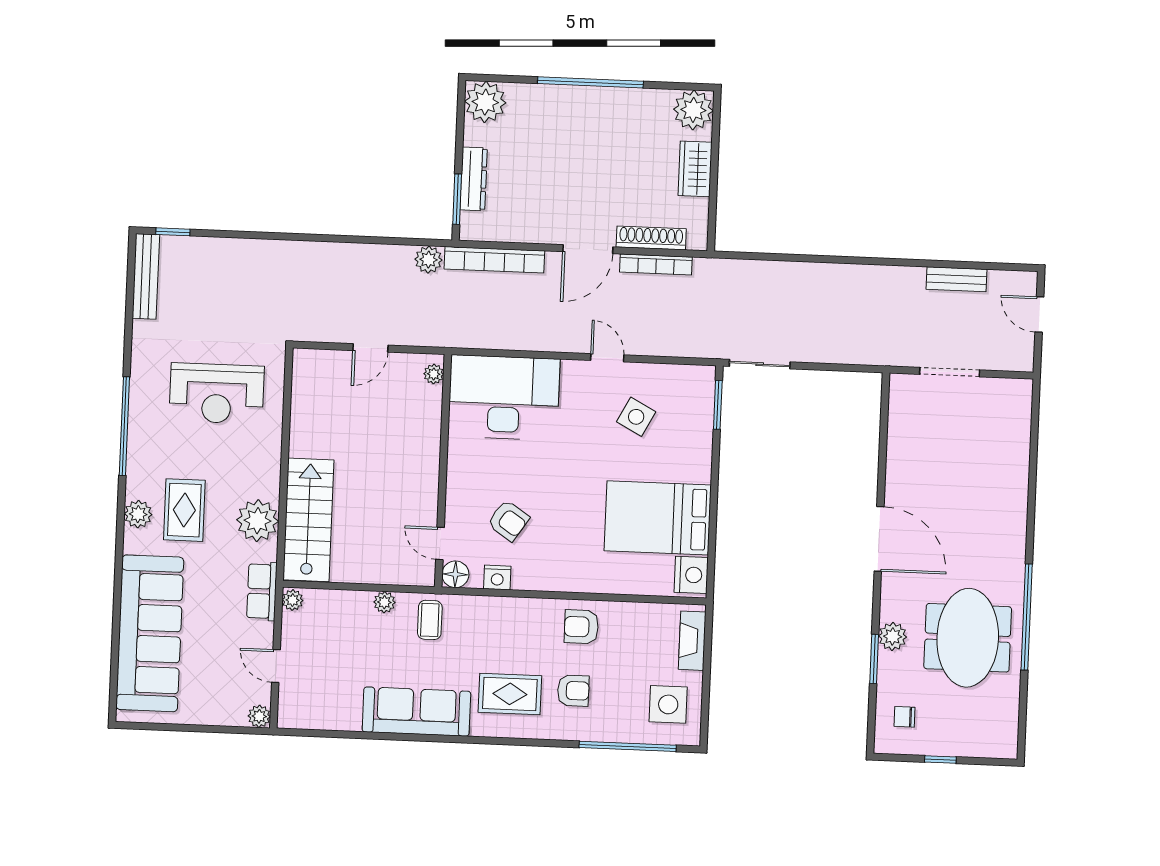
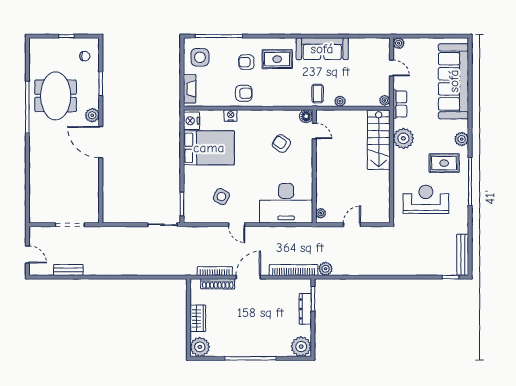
rug: (184, 510) -> (444, 163), moved, turned 90
nightstand: (497, 578) -> (231, 116), moved
plant: (893, 636) -> (92, 115), moved

